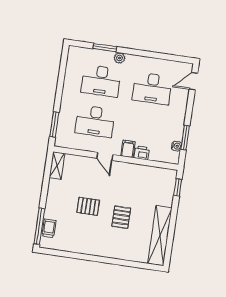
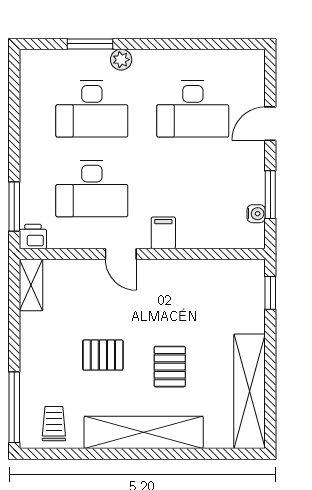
door: (193, 81) -> (270, 124), moved
printer: (142, 153) -> (33, 237), moved
trolley: (49, 228) -> (54, 424), moved
shelving: (103, 249) -> (144, 432), added

